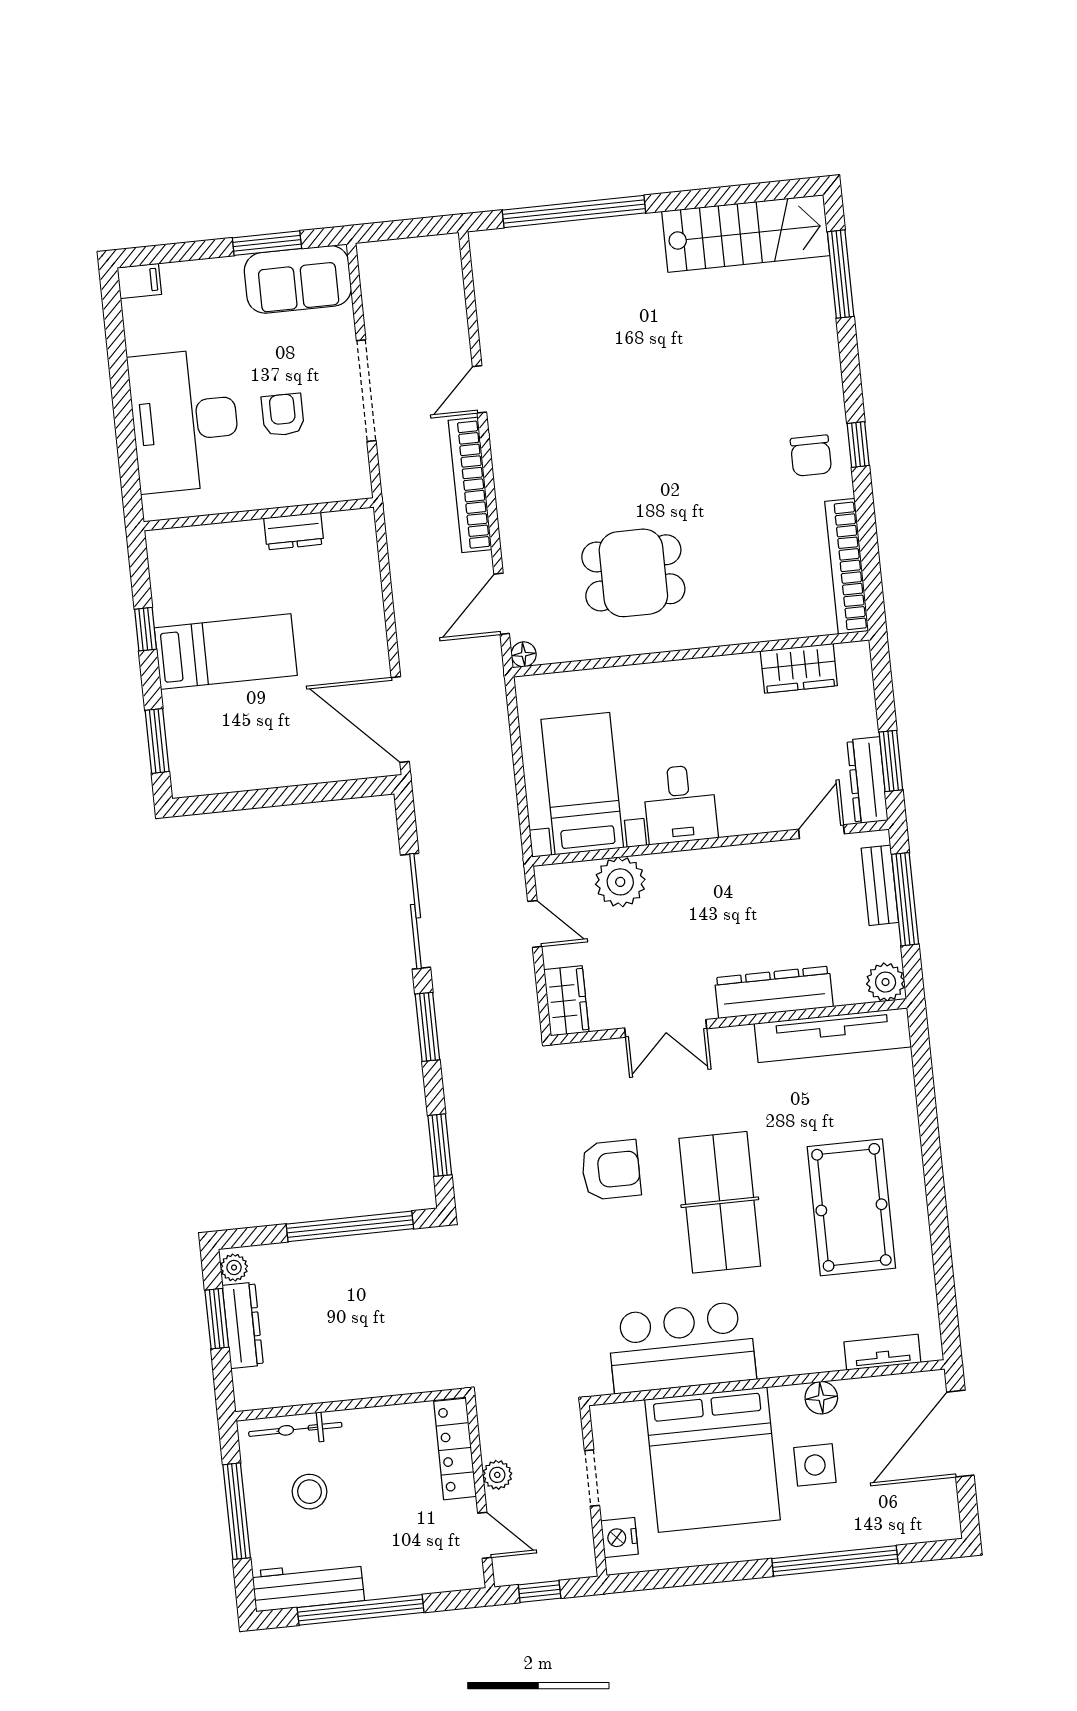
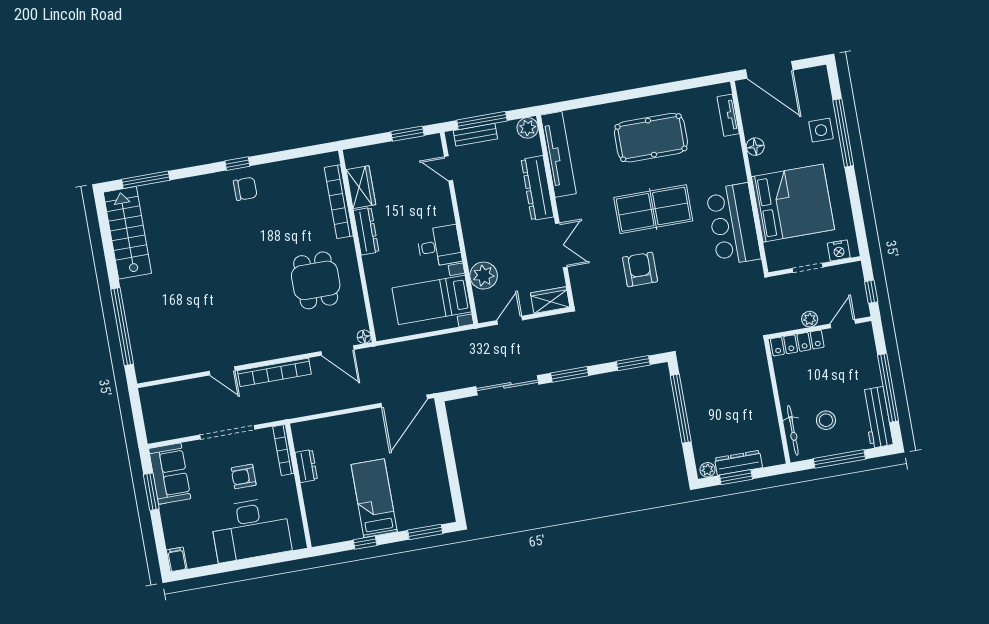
bookcase: (326, 491) -> (283, 450), added
bookcase: (847, 566) -> (339, 202), moved, turned 90
dresser: (867, 780) -> (366, 231), moved, turned -90
side table: (815, 1465) -> (821, 130), moved

